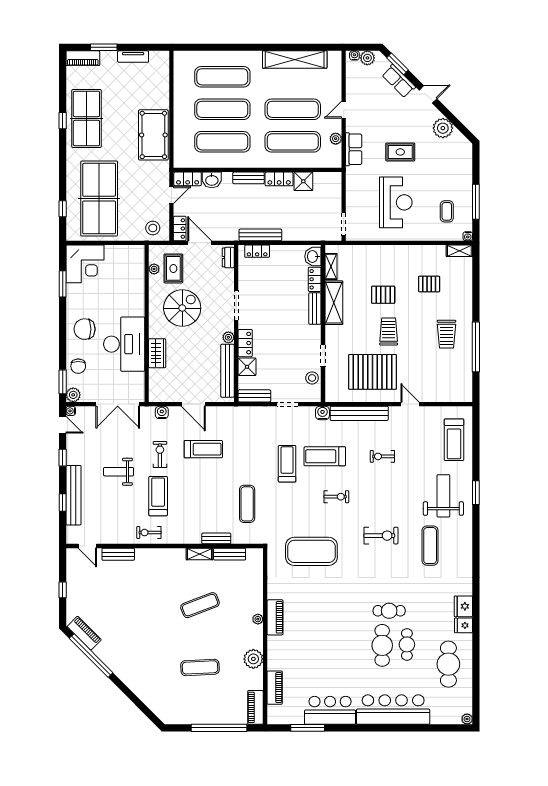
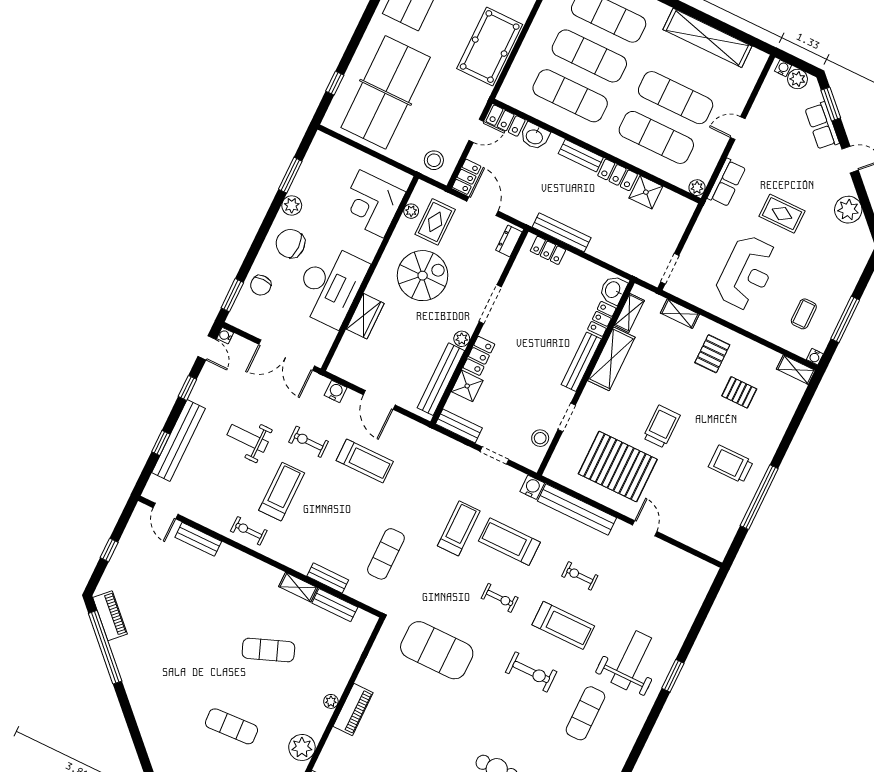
plant: (336, 139) -> (697, 188), moved
shelving: (365, 251) -> (680, 314), added
corner desk: (85, 264) -> (372, 204), moved, turned 90
pallet: (383, 295) -> (712, 354), moved, turned 90
bench: (315, 308) -> (581, 362), width x1.36
trolley: (447, 334) -> (731, 464), turned 90
plant: (73, 395) -> (292, 205), moved
treadmill: (454, 440) -> (563, 625), moved, turned -90
exercise bike: (160, 454) -> (308, 442), turned -90

